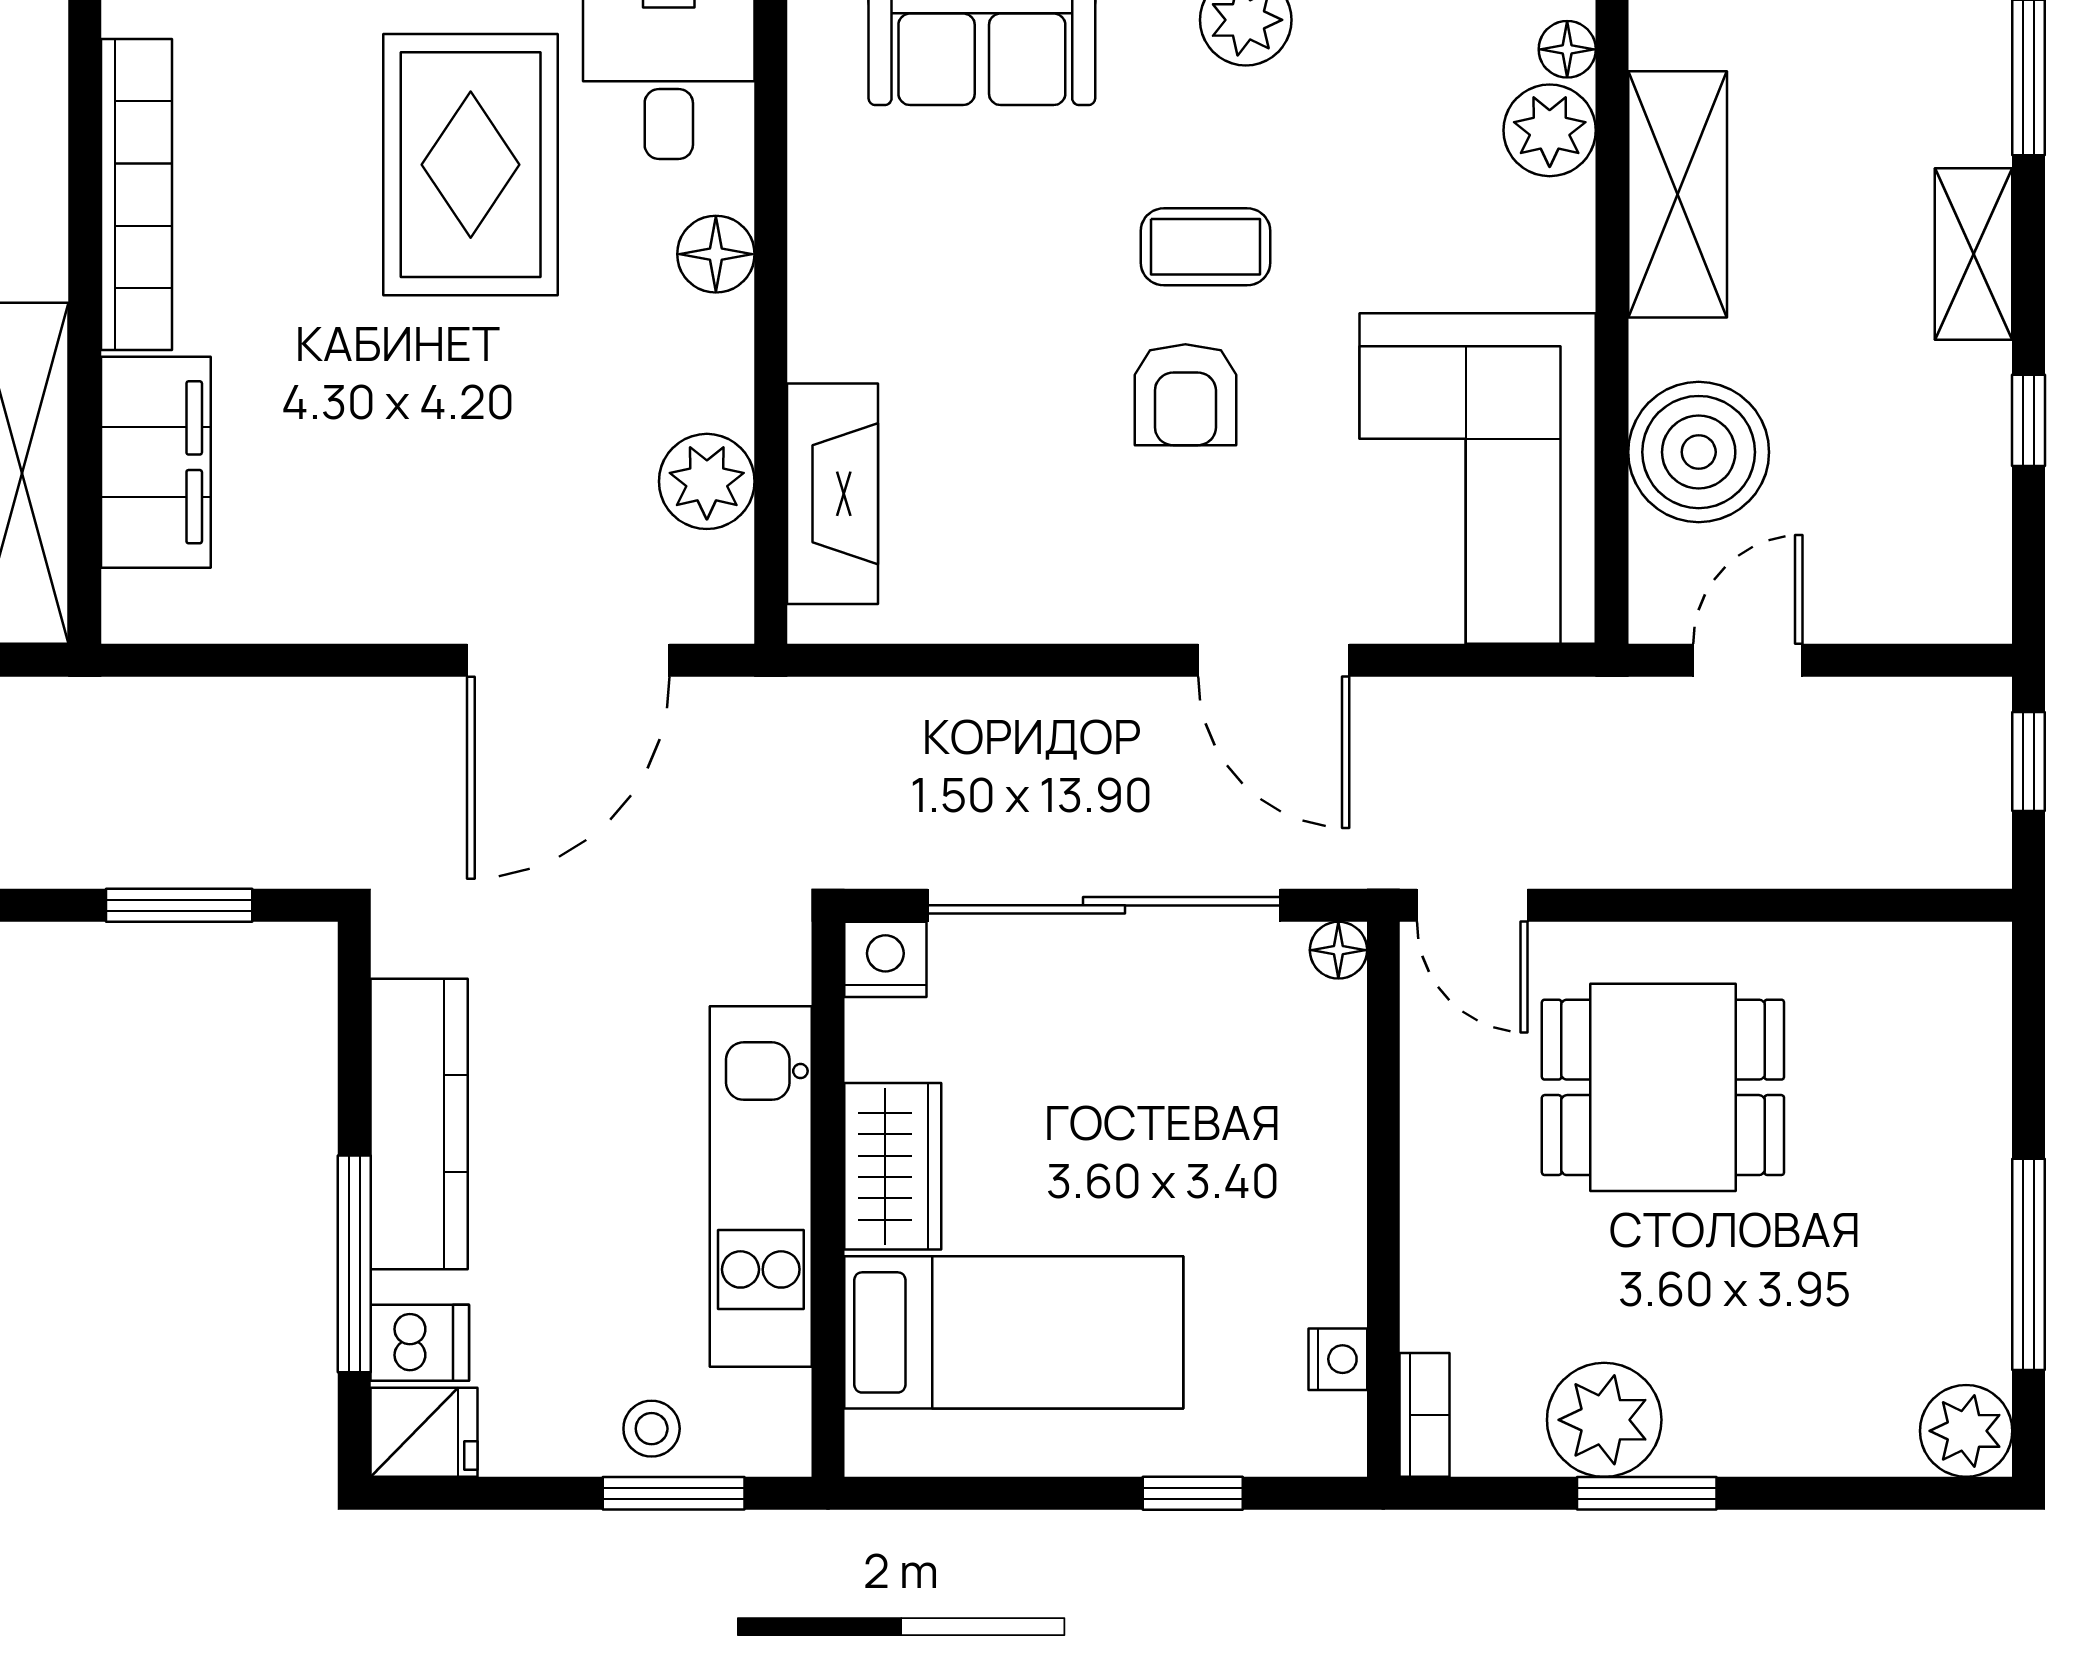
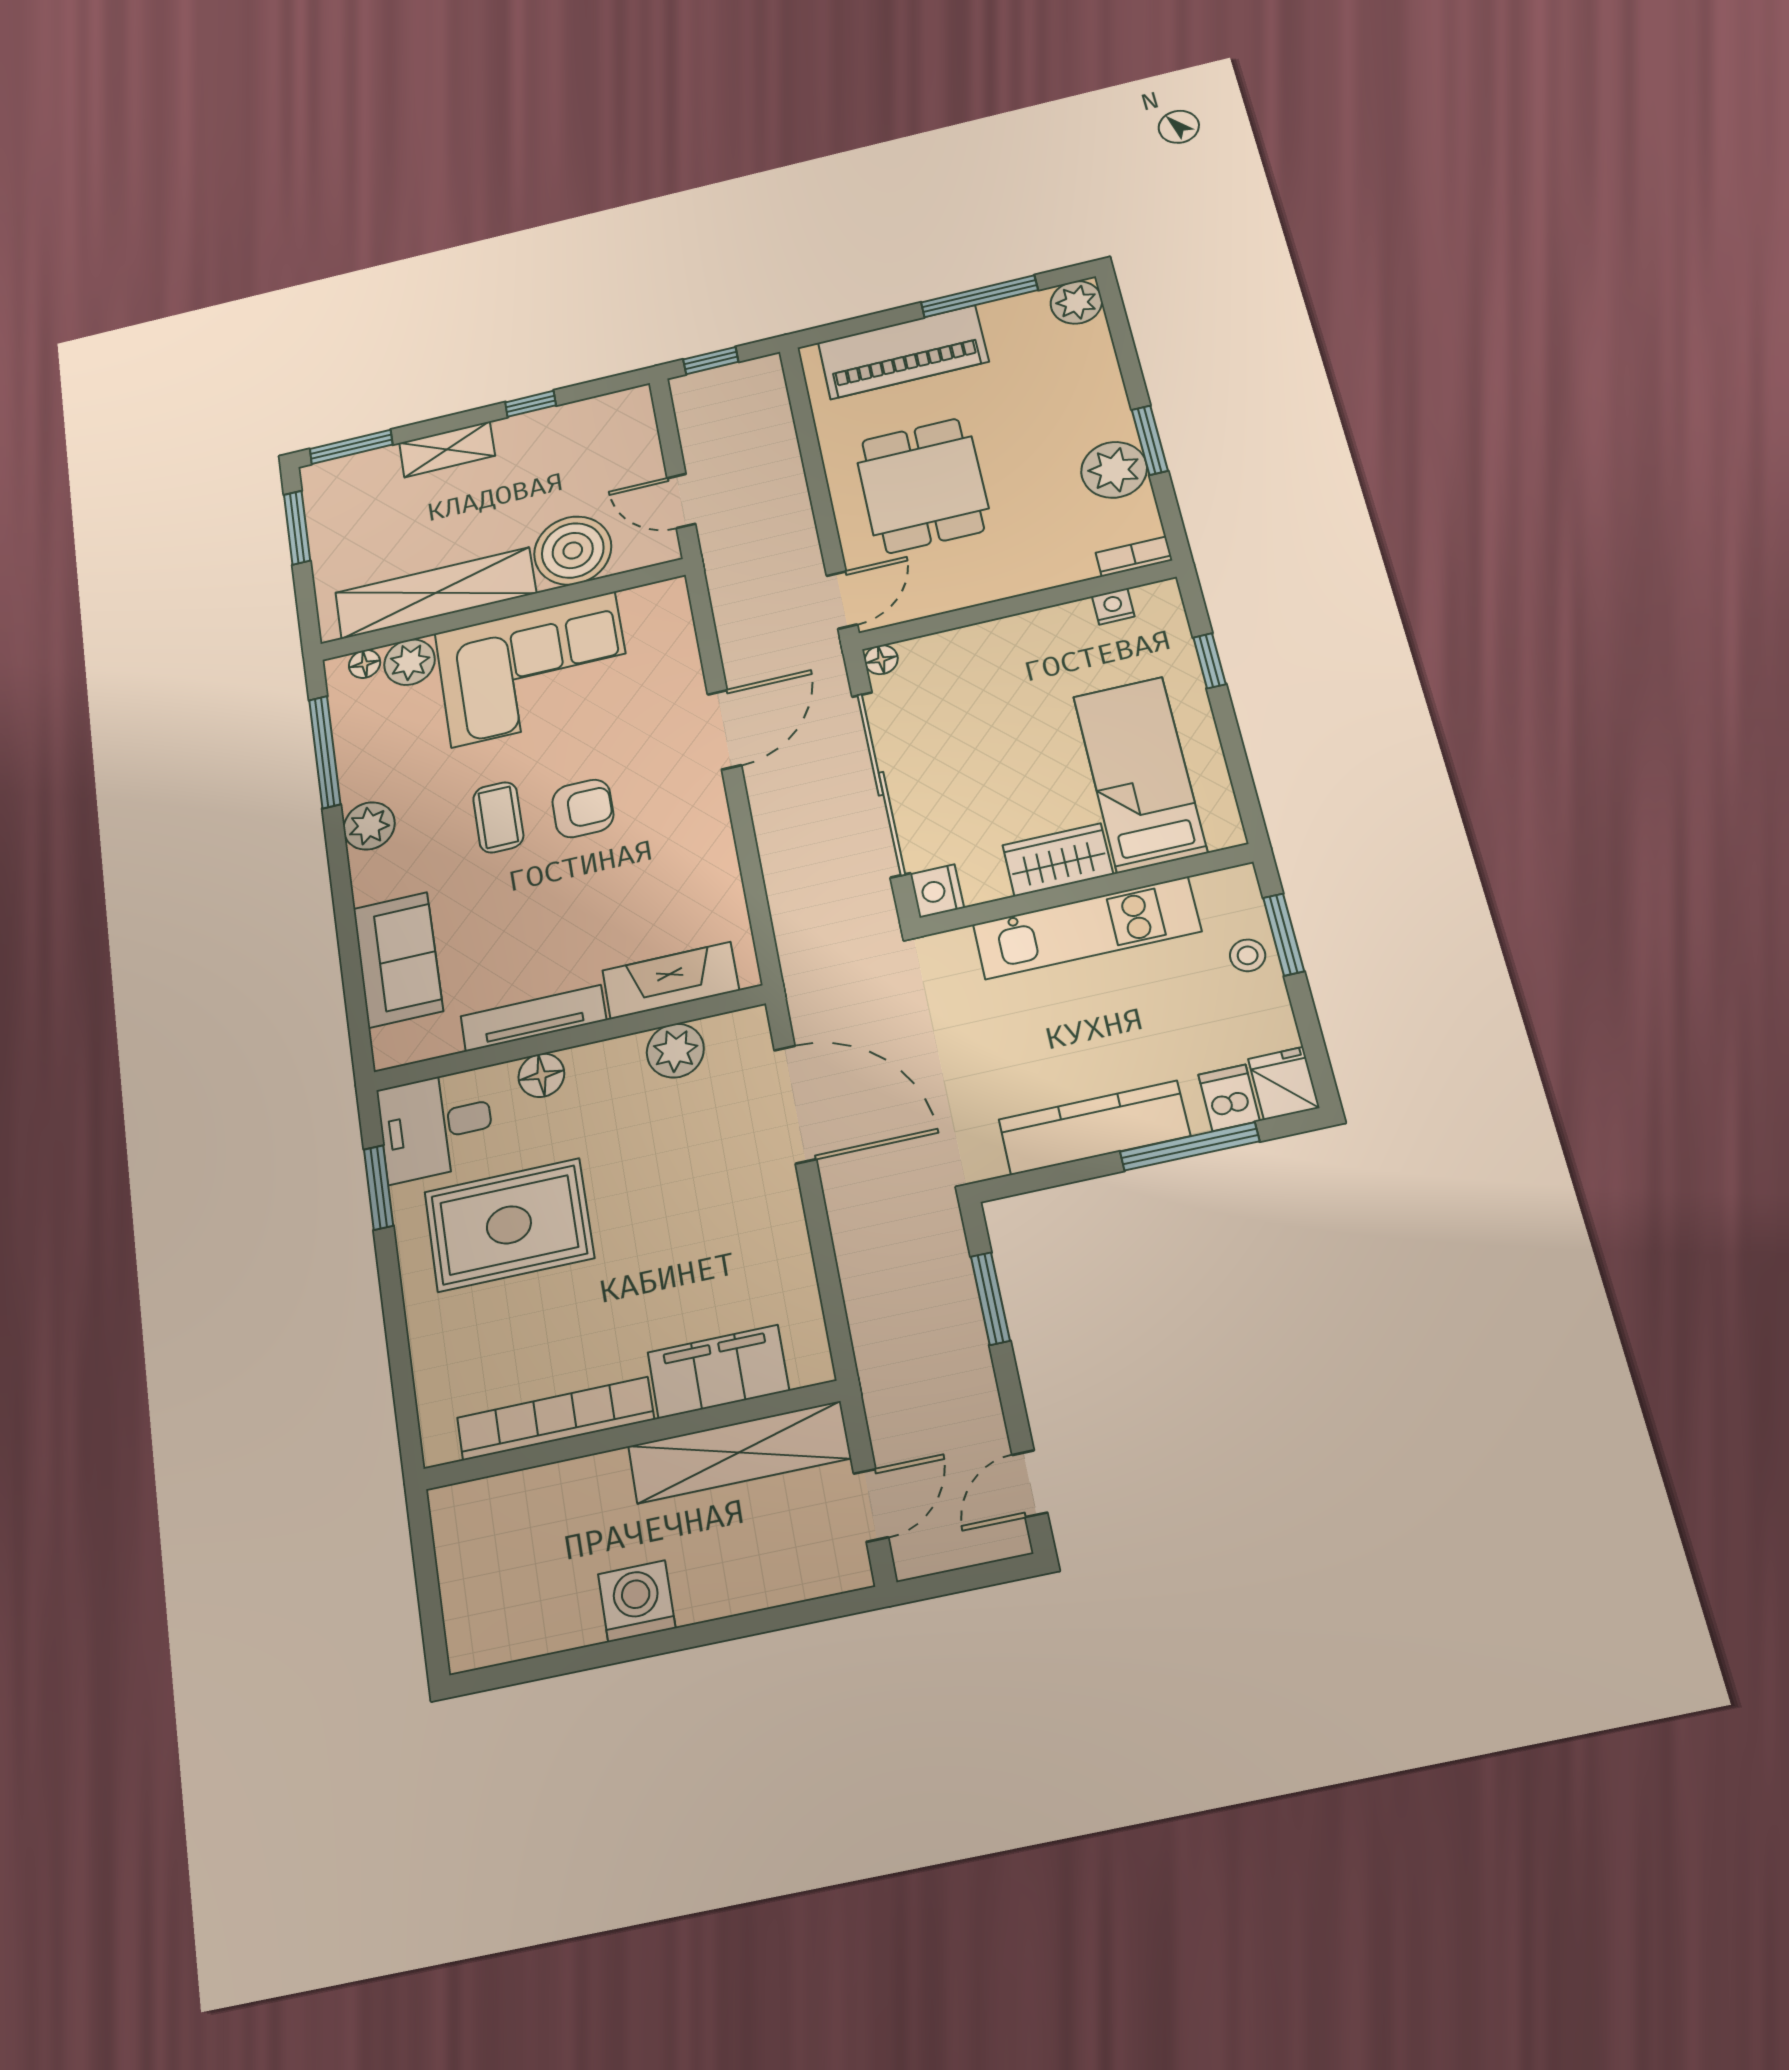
shelving: (1678, 194) -> (435, 593), width x1.47
tv unit: (820, 255) -> (533, 1018), added
corner sofa: (1478, 478) -> (534, 669), moved
piano: (1949, 1107) -> (903, 352), added

